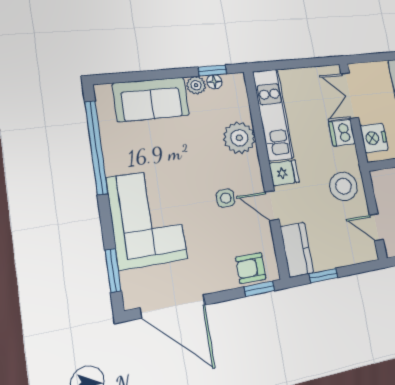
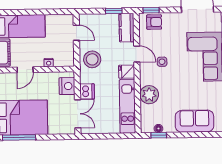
plant: (196, 85) -> (169, 127), removed

